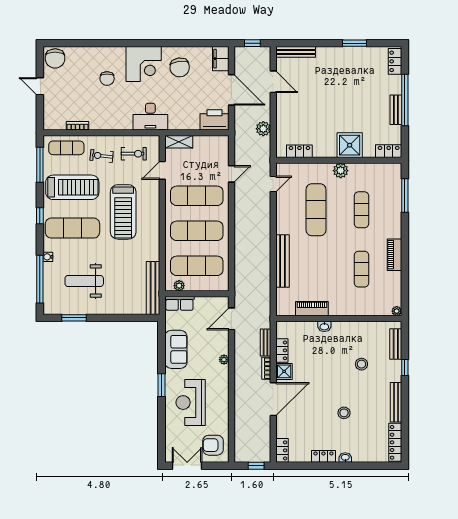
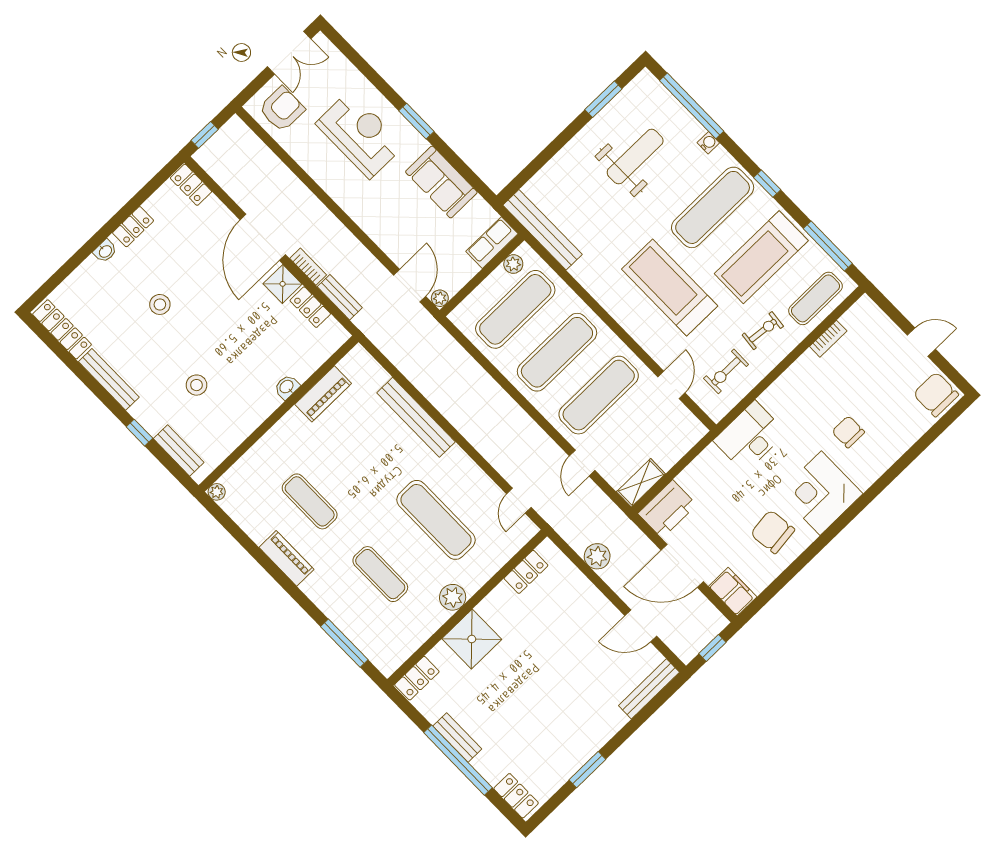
shelving: (179, 142) -> (641, 483), moved
plant: (224, 360) -> (440, 298), moved

